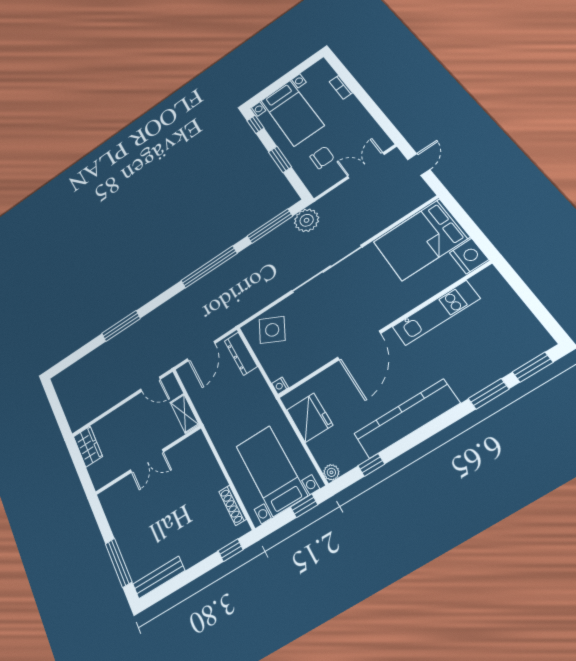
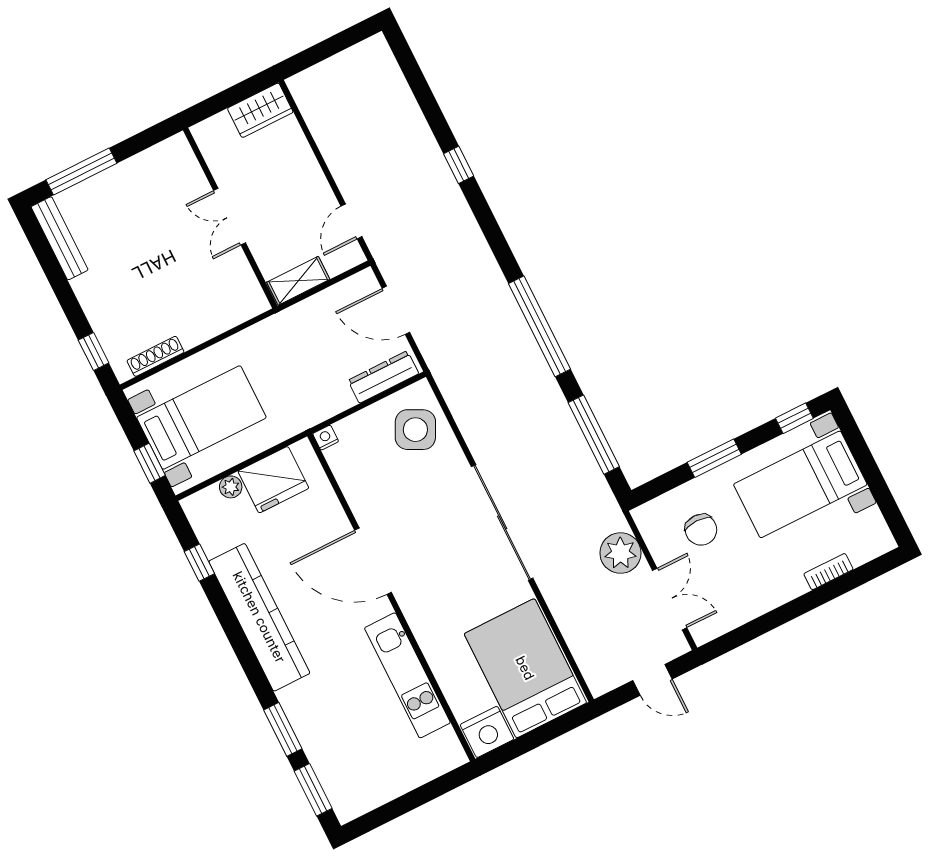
plant: (307, 220) -> (620, 553), moved
window: (121, 326) -> (459, 165), width x0.46
plant: (331, 472) -> (231, 487), moved

